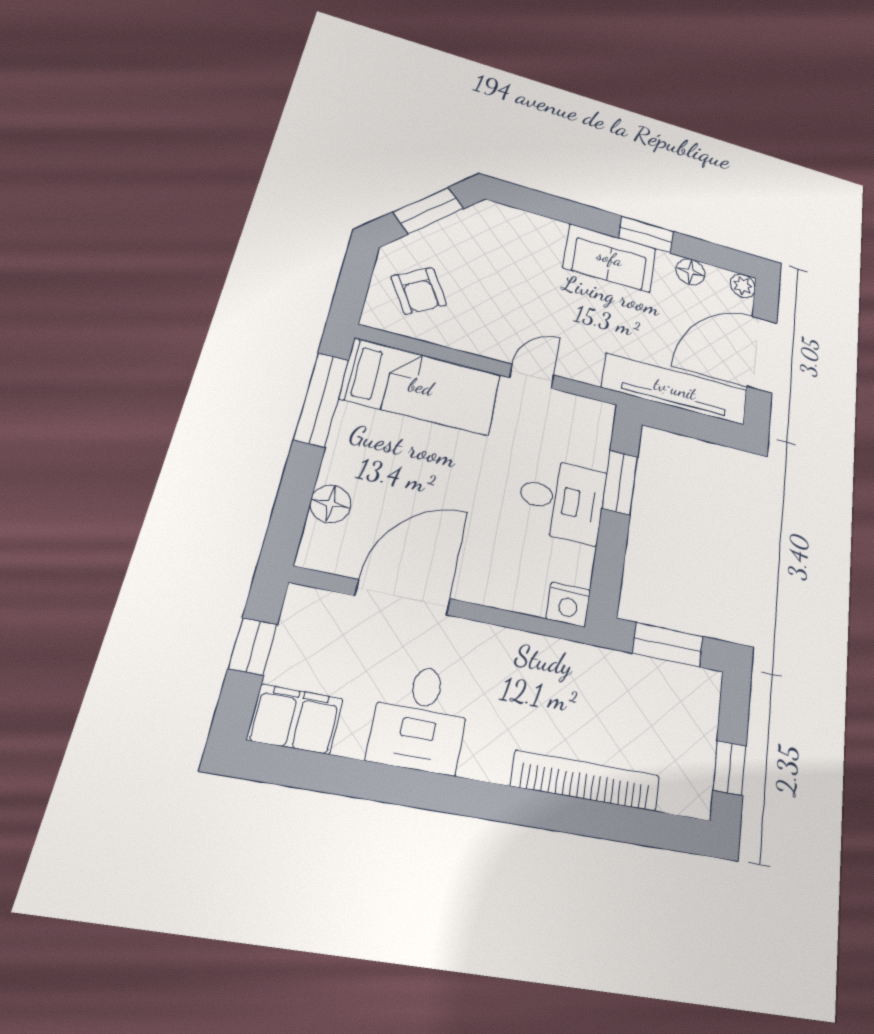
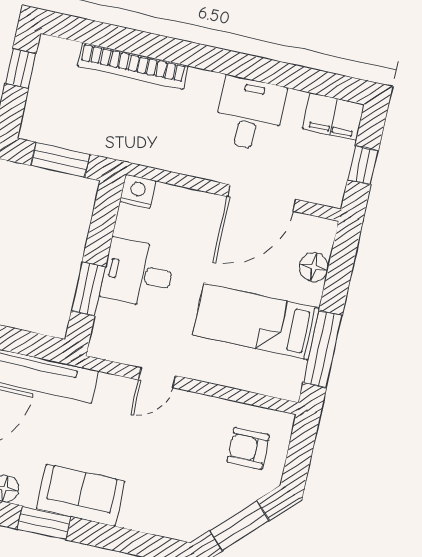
armchair: (419, 291) -> (248, 448), turned -59
bed: (421, 387) -> (256, 322), moved

